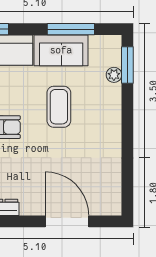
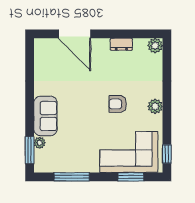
sofa: (61, 50) -> (45, 116), moved, turned 90
coffee table: (59, 107) -> (81, 119), removed

